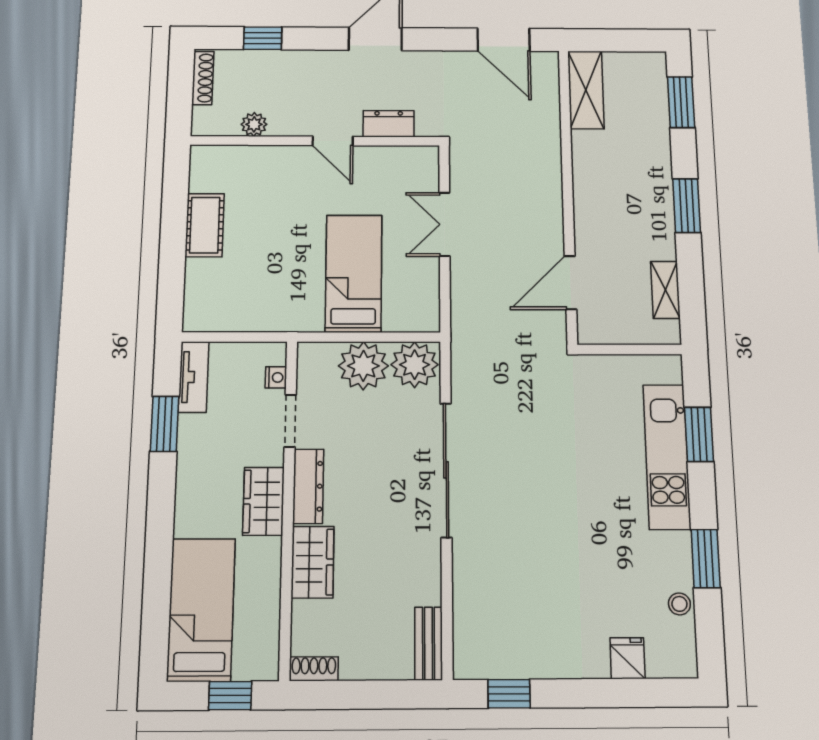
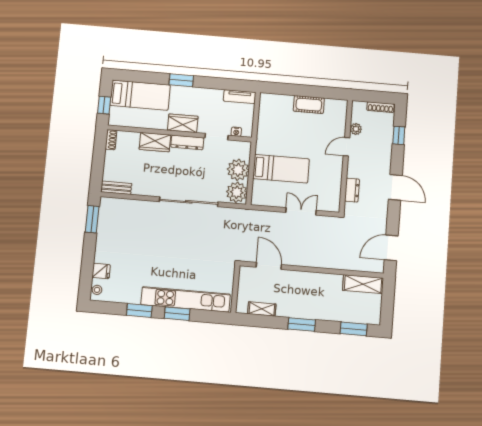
door: (333, 141) -> (346, 147), moved
window: (165, 424) -> (181, 80), moved
window: (699, 434) -> (177, 314), moved
kitchen unit: (667, 456) -> (185, 299), width x1.36
stool: (679, 604) -> (97, 290), moved
window: (509, 694) -> (92, 219), width x1.50

